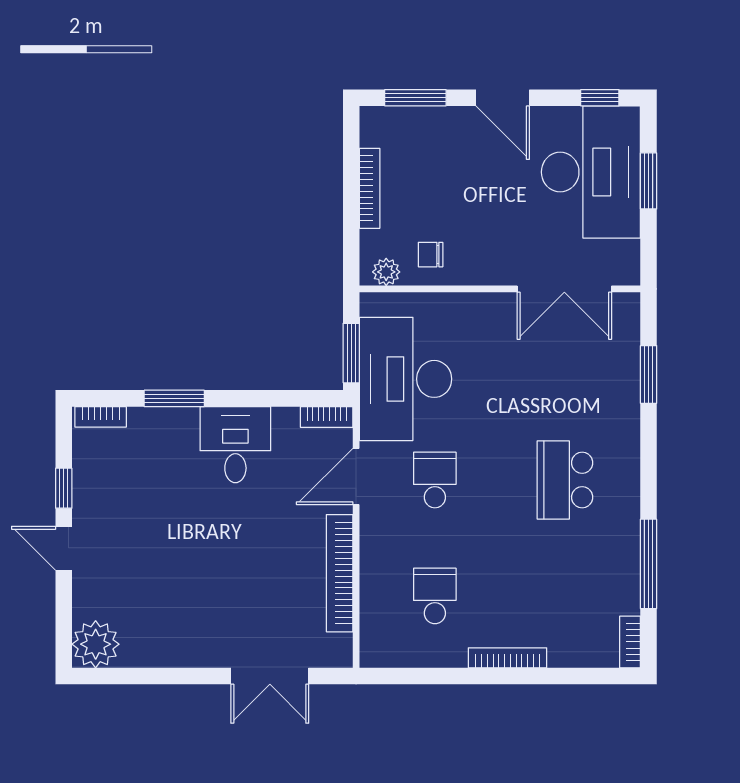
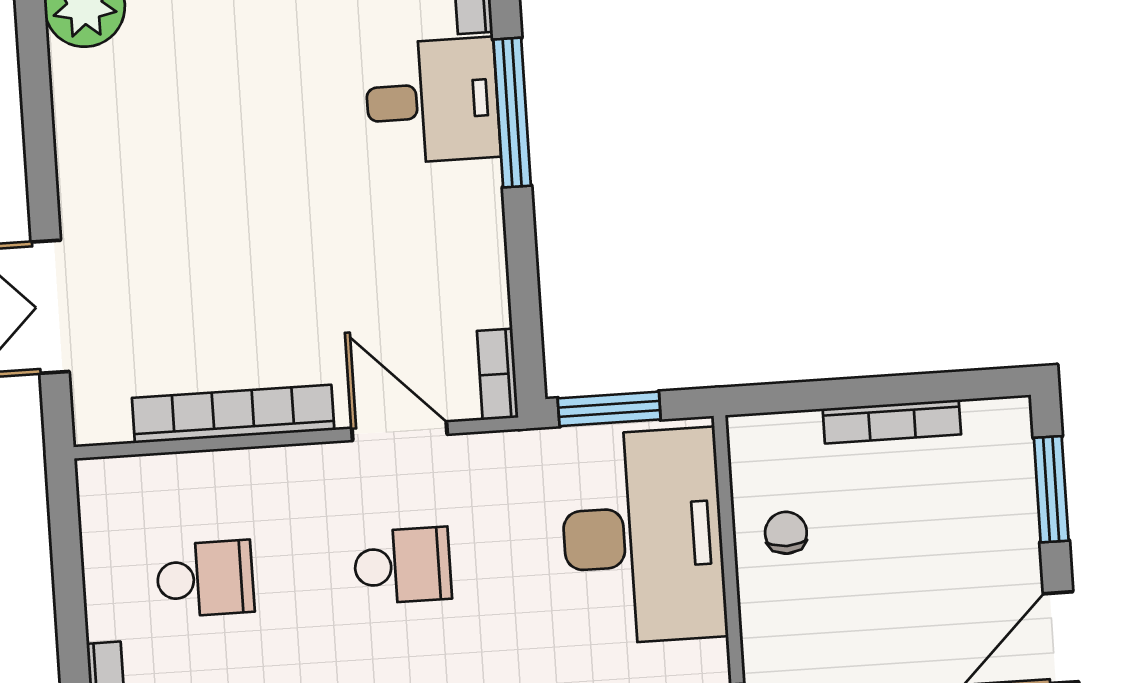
plant: (386, 272) -> (751, 459), removed
desk: (406, 379) -> (643, 536), moved, turned 90
window: (174, 398) -> (512, 113), width x1.44
desk: (235, 445) -> (432, 101), moved

